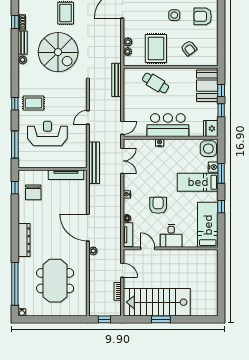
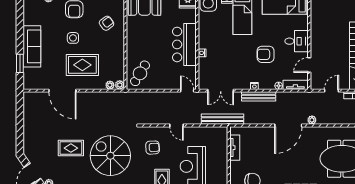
plant: (128, 42) -> (120, 85), moved
rug: (156, 49) -> (82, 65), moved
spiral stairs: (58, 52) -> (110, 156), turned -90
bench: (116, 80) -> (259, 96), moved
cafe table: (156, 83) -> (140, 73), moved
armchair: (66, 94) -> (153, 148), added
double door: (122, 161) -> (221, 91), swing flipped
tv unit: (66, 175) -> (235, 148), width x0.71

